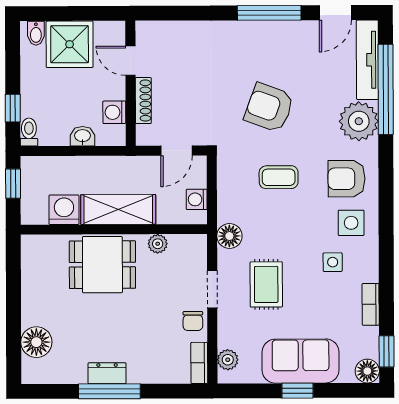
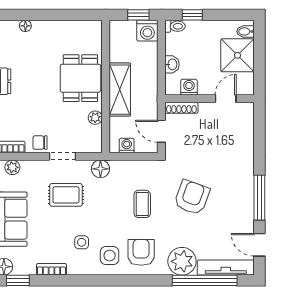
shoe rack: (143, 101) -> (181, 108), moved
washing machine: (64, 210) -> (147, 31), moved, turned 90
floor lamp: (36, 342) -> (25, 26), width x0.53, depth x0.53

